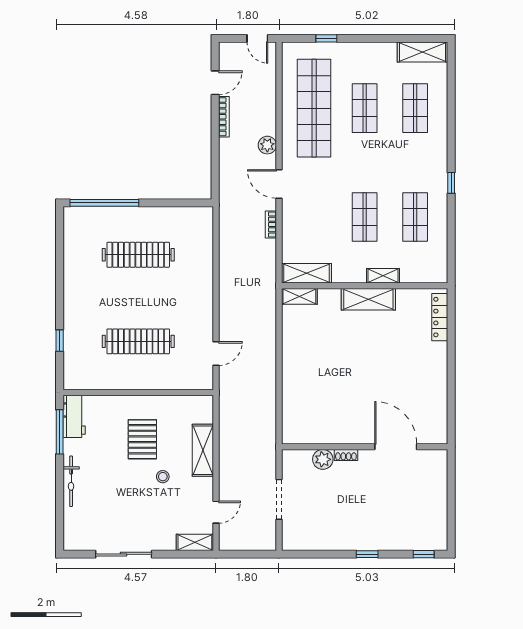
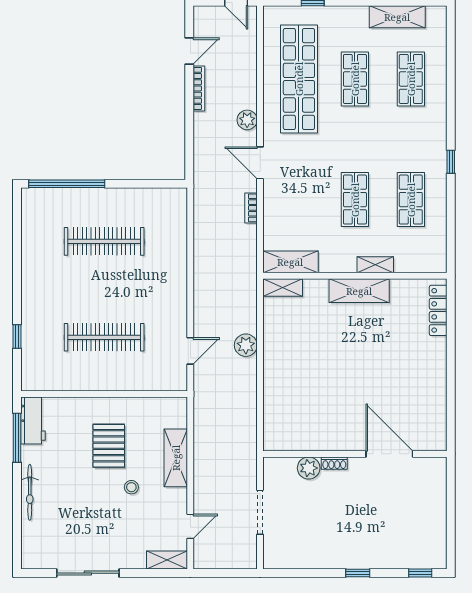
shelving: (422, 52) -> (397, 17), moved
plant: (266, 348) -> (246, 345), added

